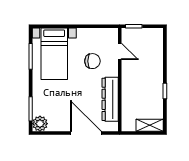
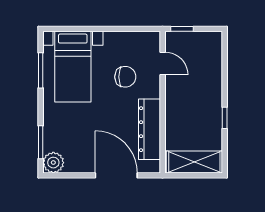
shelving: (150, 125) -> (194, 162), width x1.50, depth x1.33

